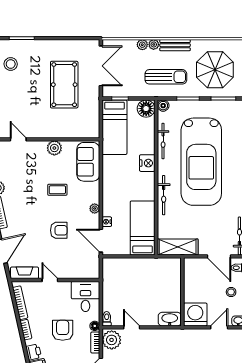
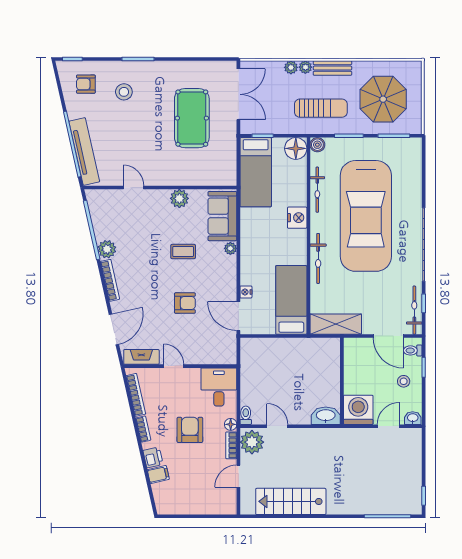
plant: (95, 209) -> (230, 248), moved

